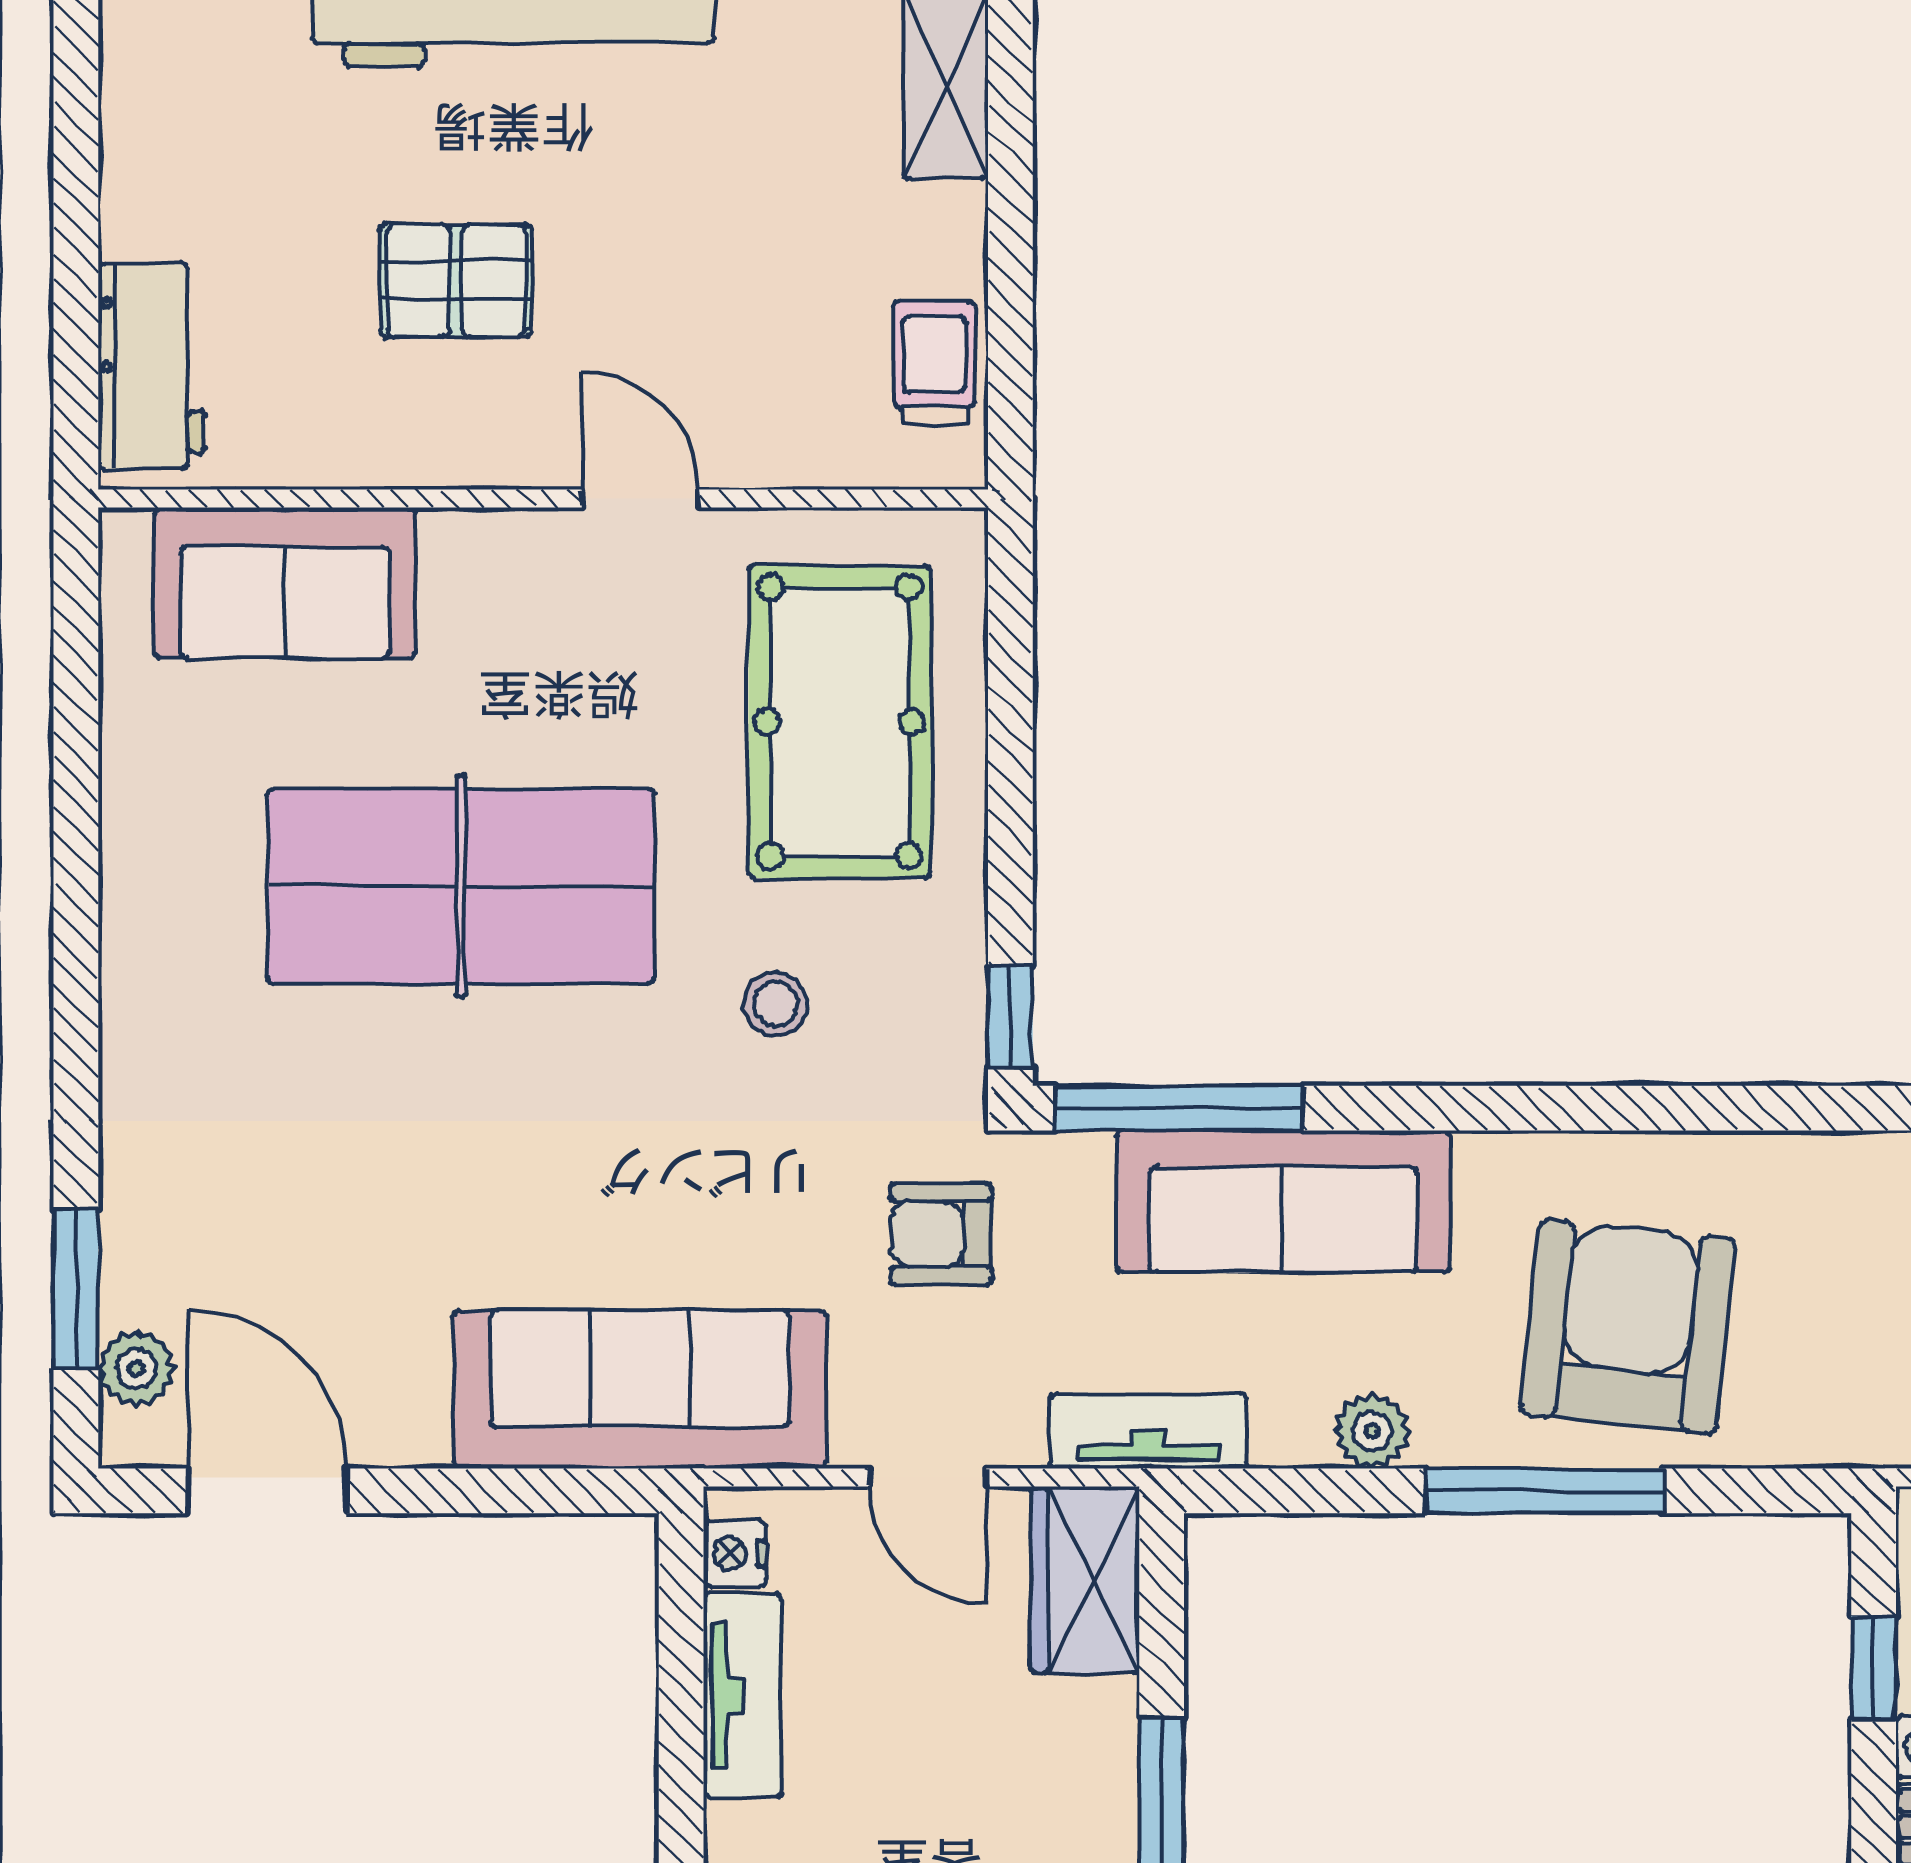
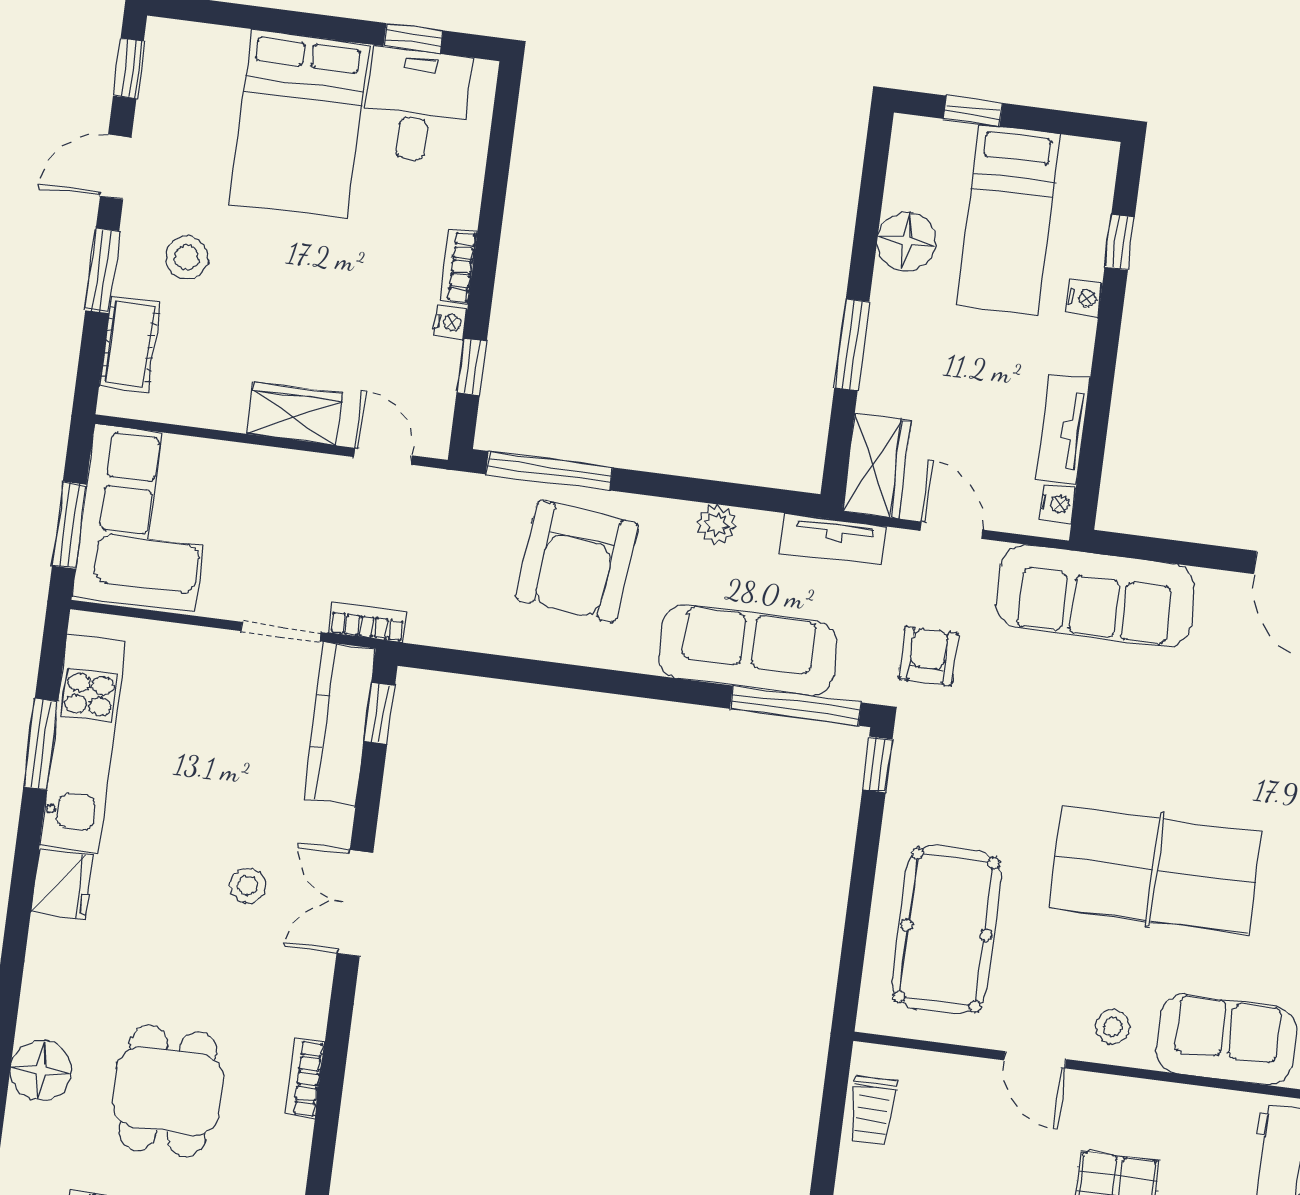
stool: (775, 1004) -> (1112, 1027), moved
armchair: (941, 1234) -> (928, 656), turned -90
window: (1545, 1491) -> (549, 471), moved

